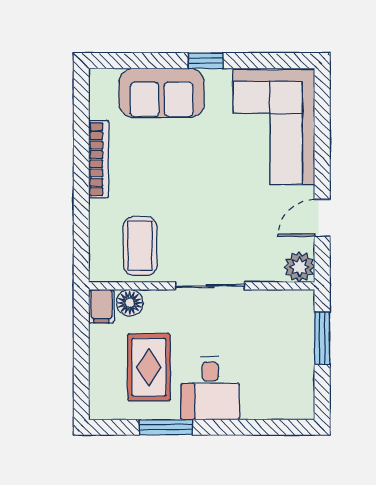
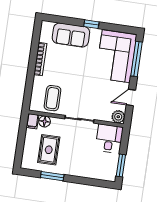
window: (322, 126) -> (136, 59), added
window: (322, 338) -> (121, 166), moved
desk: (210, 388) -> (109, 139), moved, turned 180

